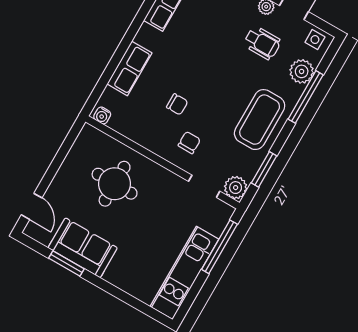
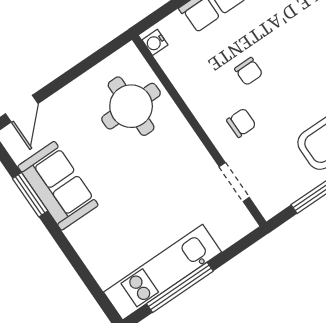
round table: (115, 184) -> (131, 106), moved
plant: (236, 188) -> (270, 201), removed
window: (219, 247) -> (180, 287), moved

